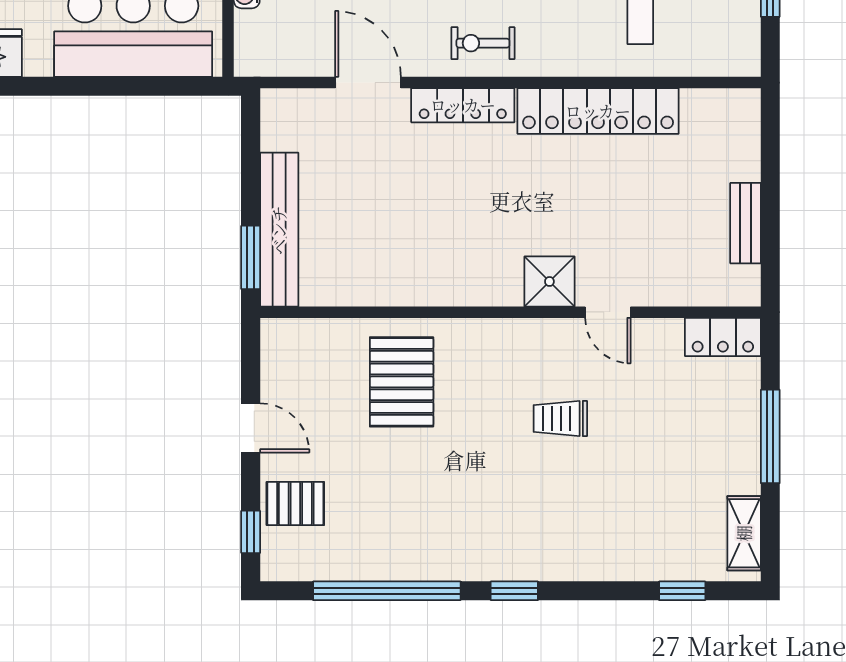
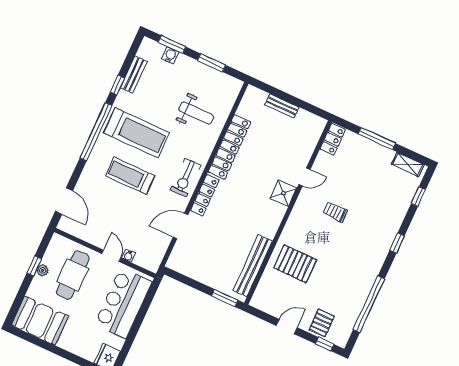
exercise bike: (483, 43) -> (185, 177), width x1.38, depth x1.39
bench: (745, 223) -> (282, 106), moved
bench: (279, 230) -> (253, 266), moved, turned 90
trolley: (560, 418) -> (335, 212), turned 90
window: (514, 591) -> (397, 243), moved

